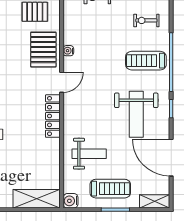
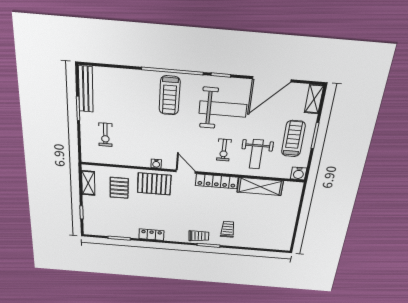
exercise bike: (146, 20) -> (224, 150), moved
weight bench: (89, 154) -> (256, 154), turned 180
shelving: (37, 199) -> (260, 187), moved, turned 90

